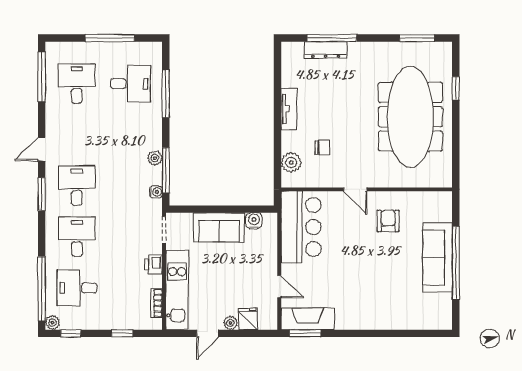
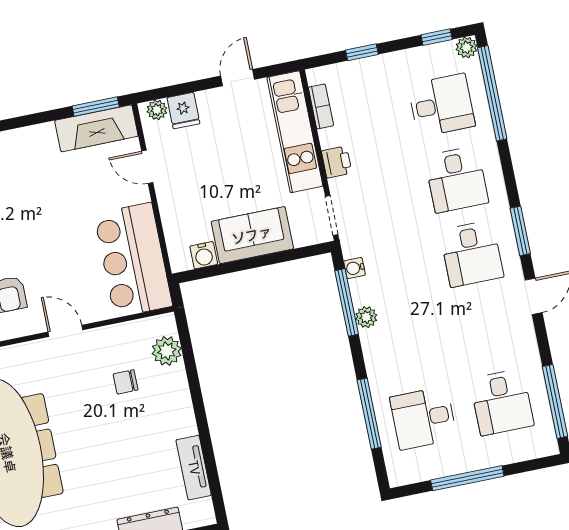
tv unit: (289, 109) -> (194, 468), moved
plant: (230, 323) -> (157, 110), moved

